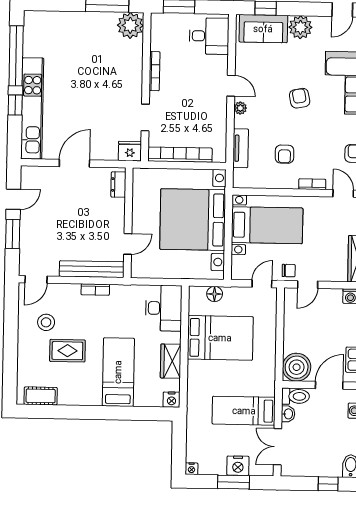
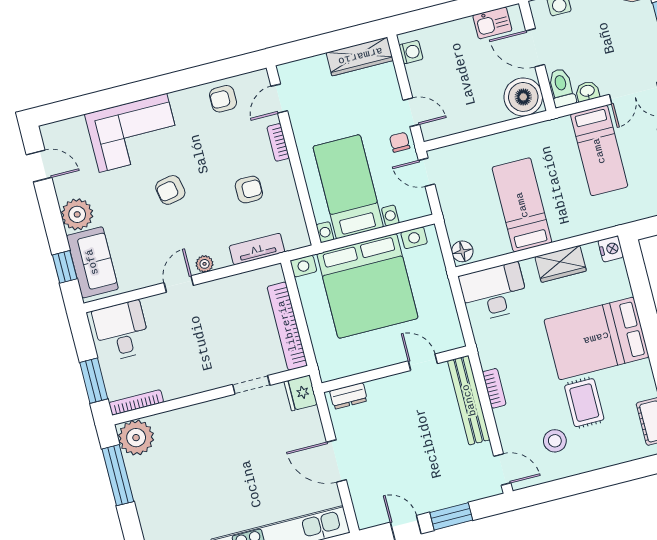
bookcase: (154, 71) -> (136, 402), moved
floor lamp: (215, 294) -> (462, 251), moved
bed: (220, 338) -> (522, 205), width x0.67
bed: (118, 372) -> (596, 338), width x1.50

